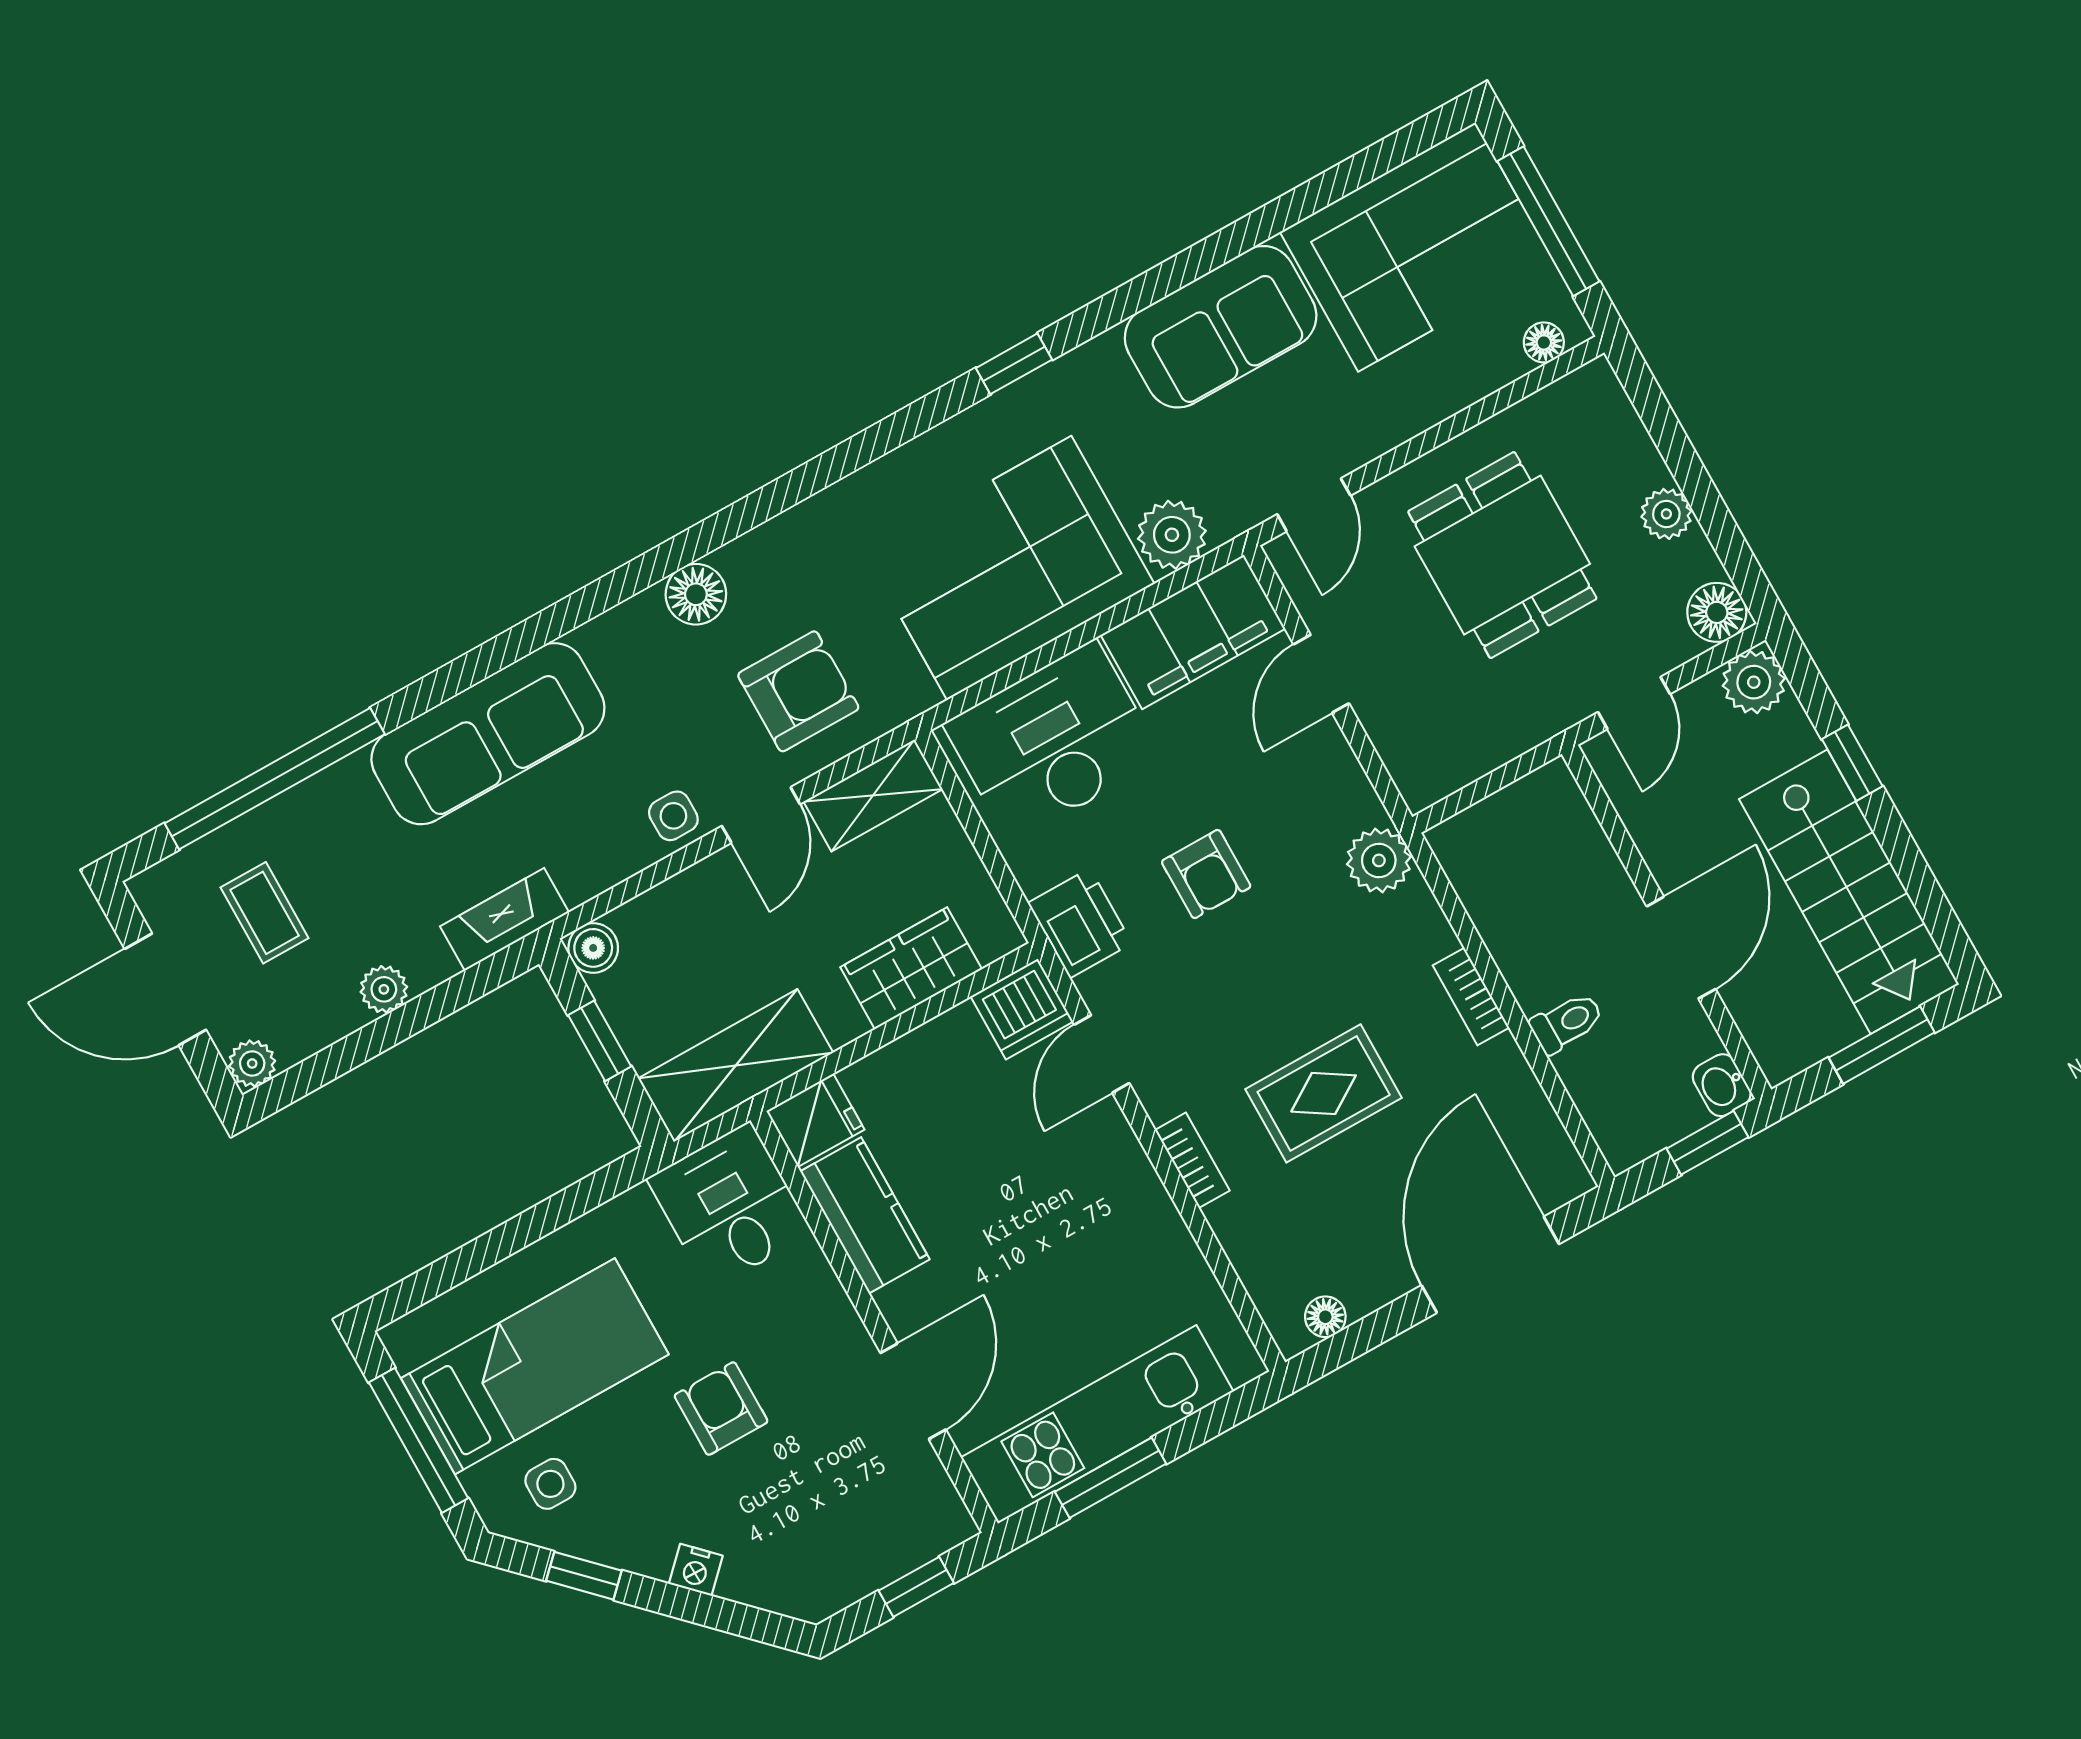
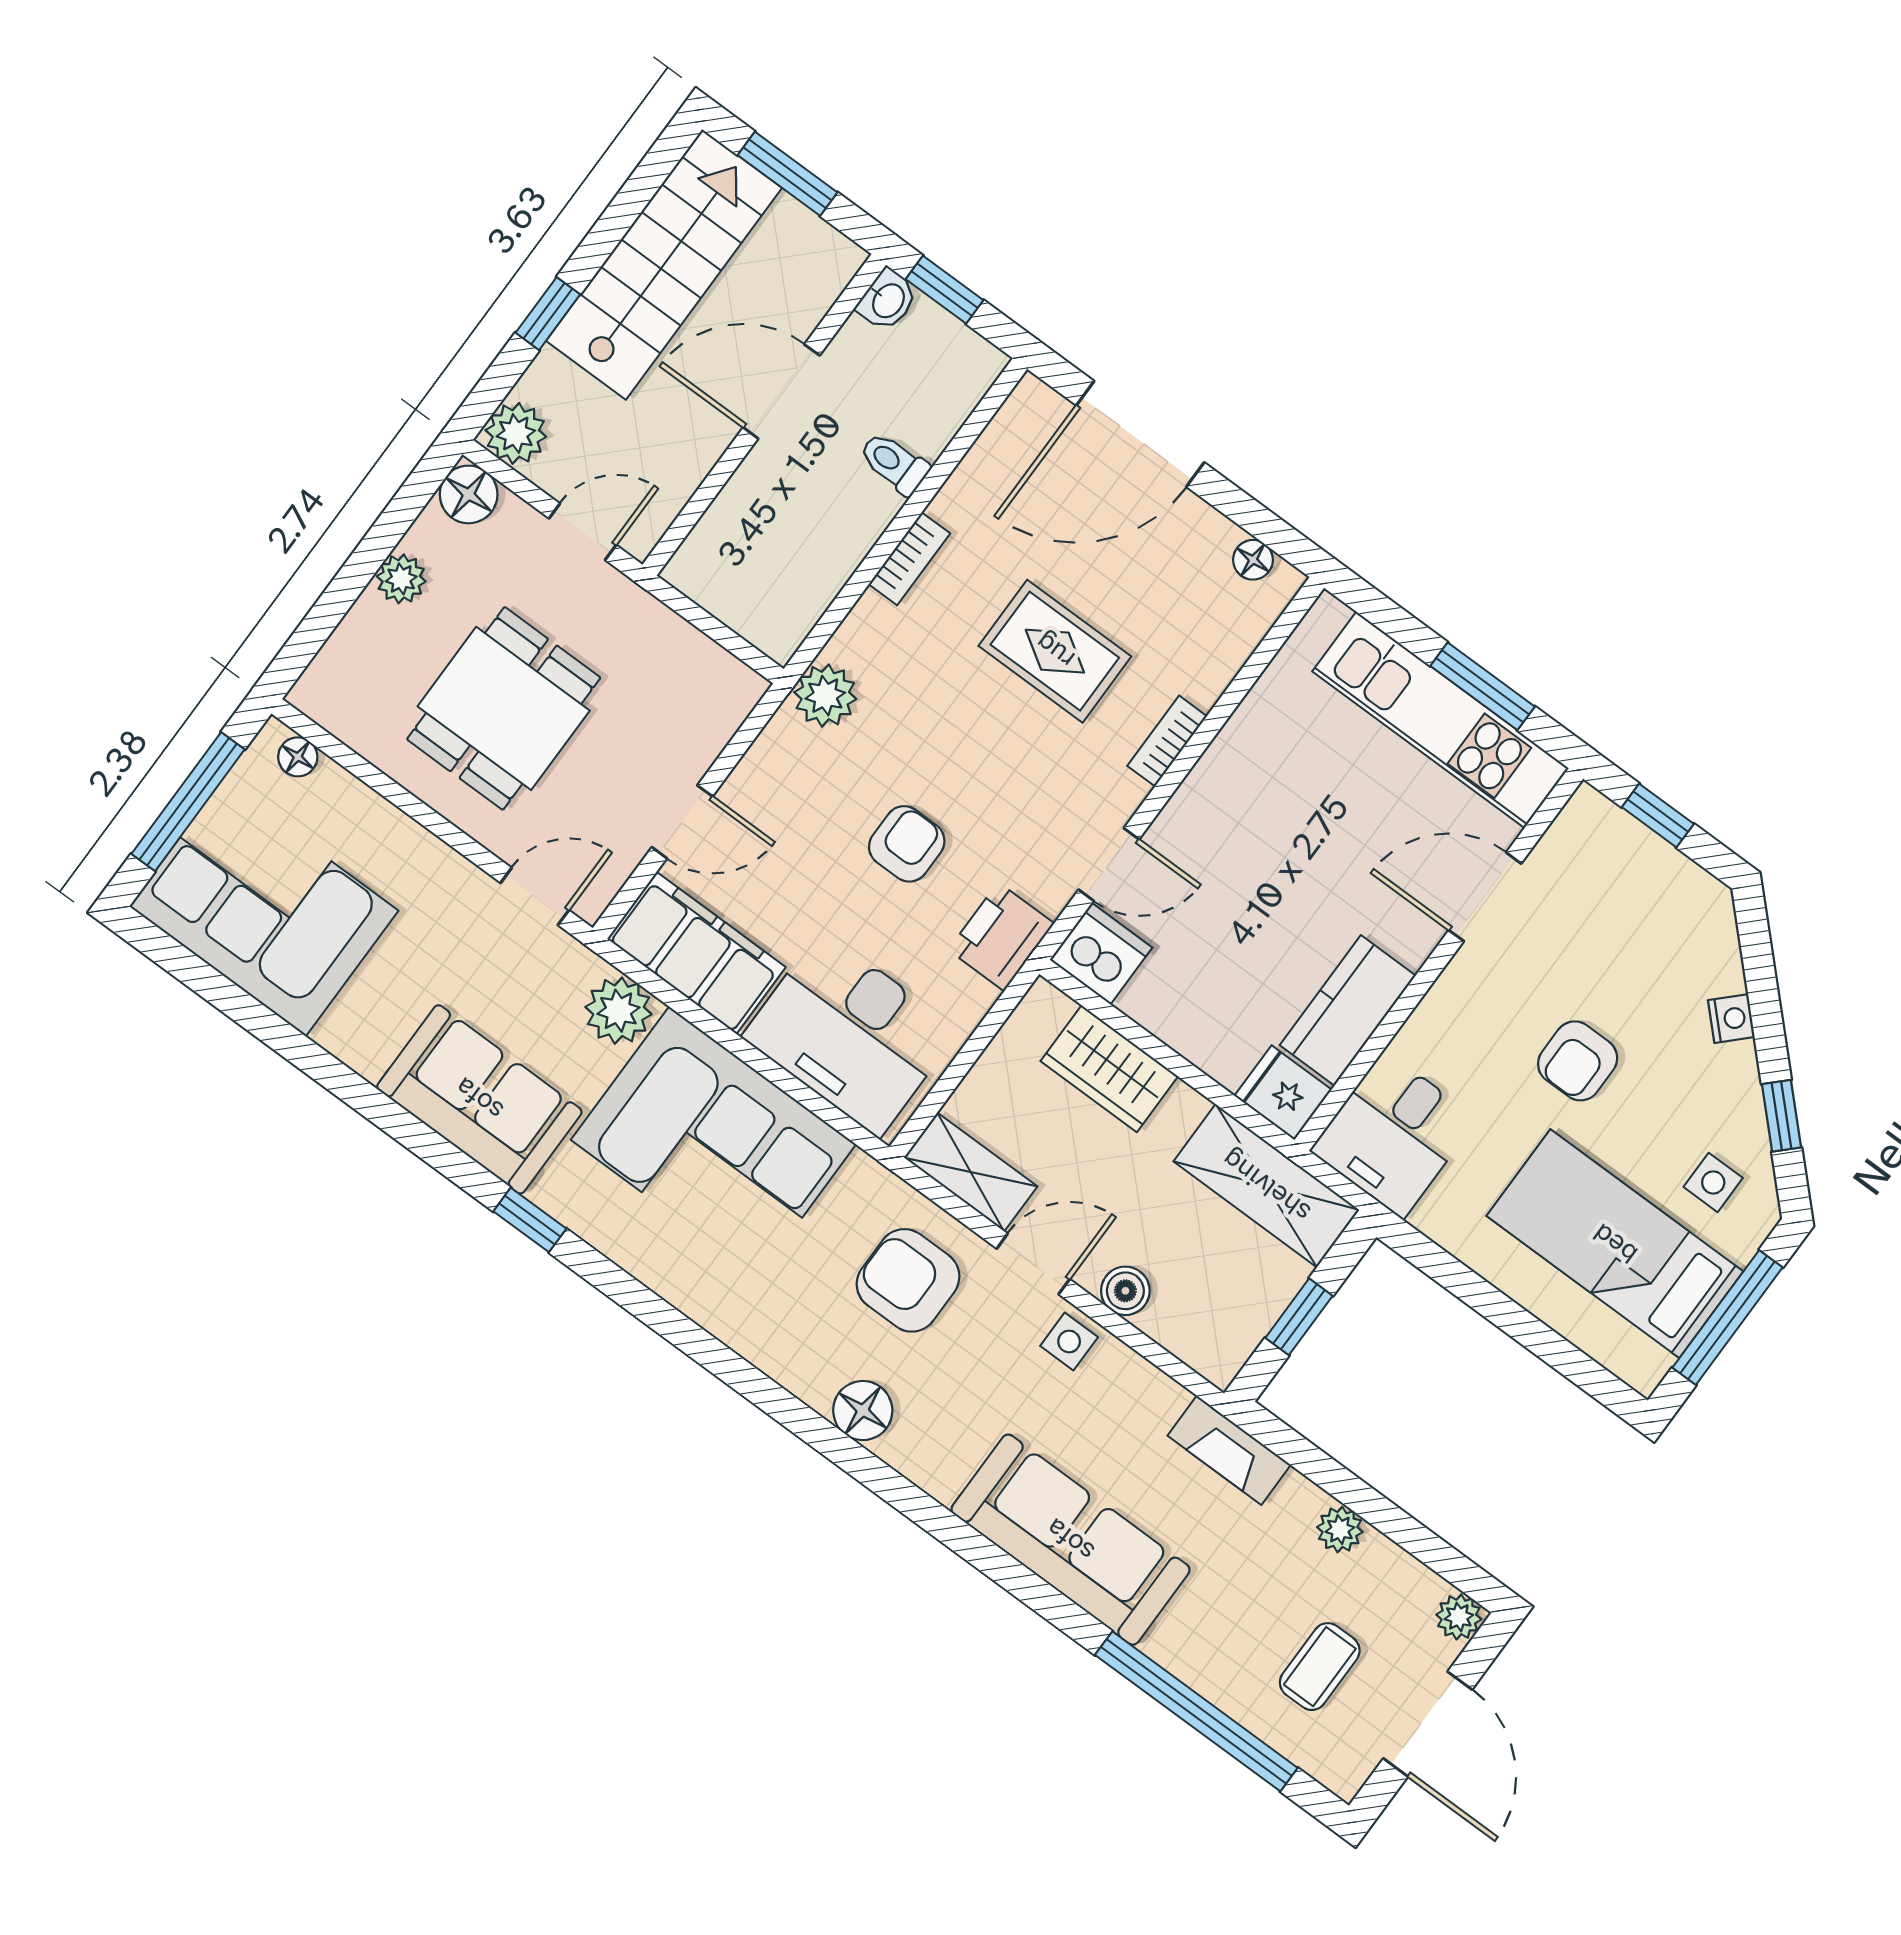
sofa: (1221, 327) -> (479, 1099), moved
boiler: (593, 948) -> (1125, 1291), moved

